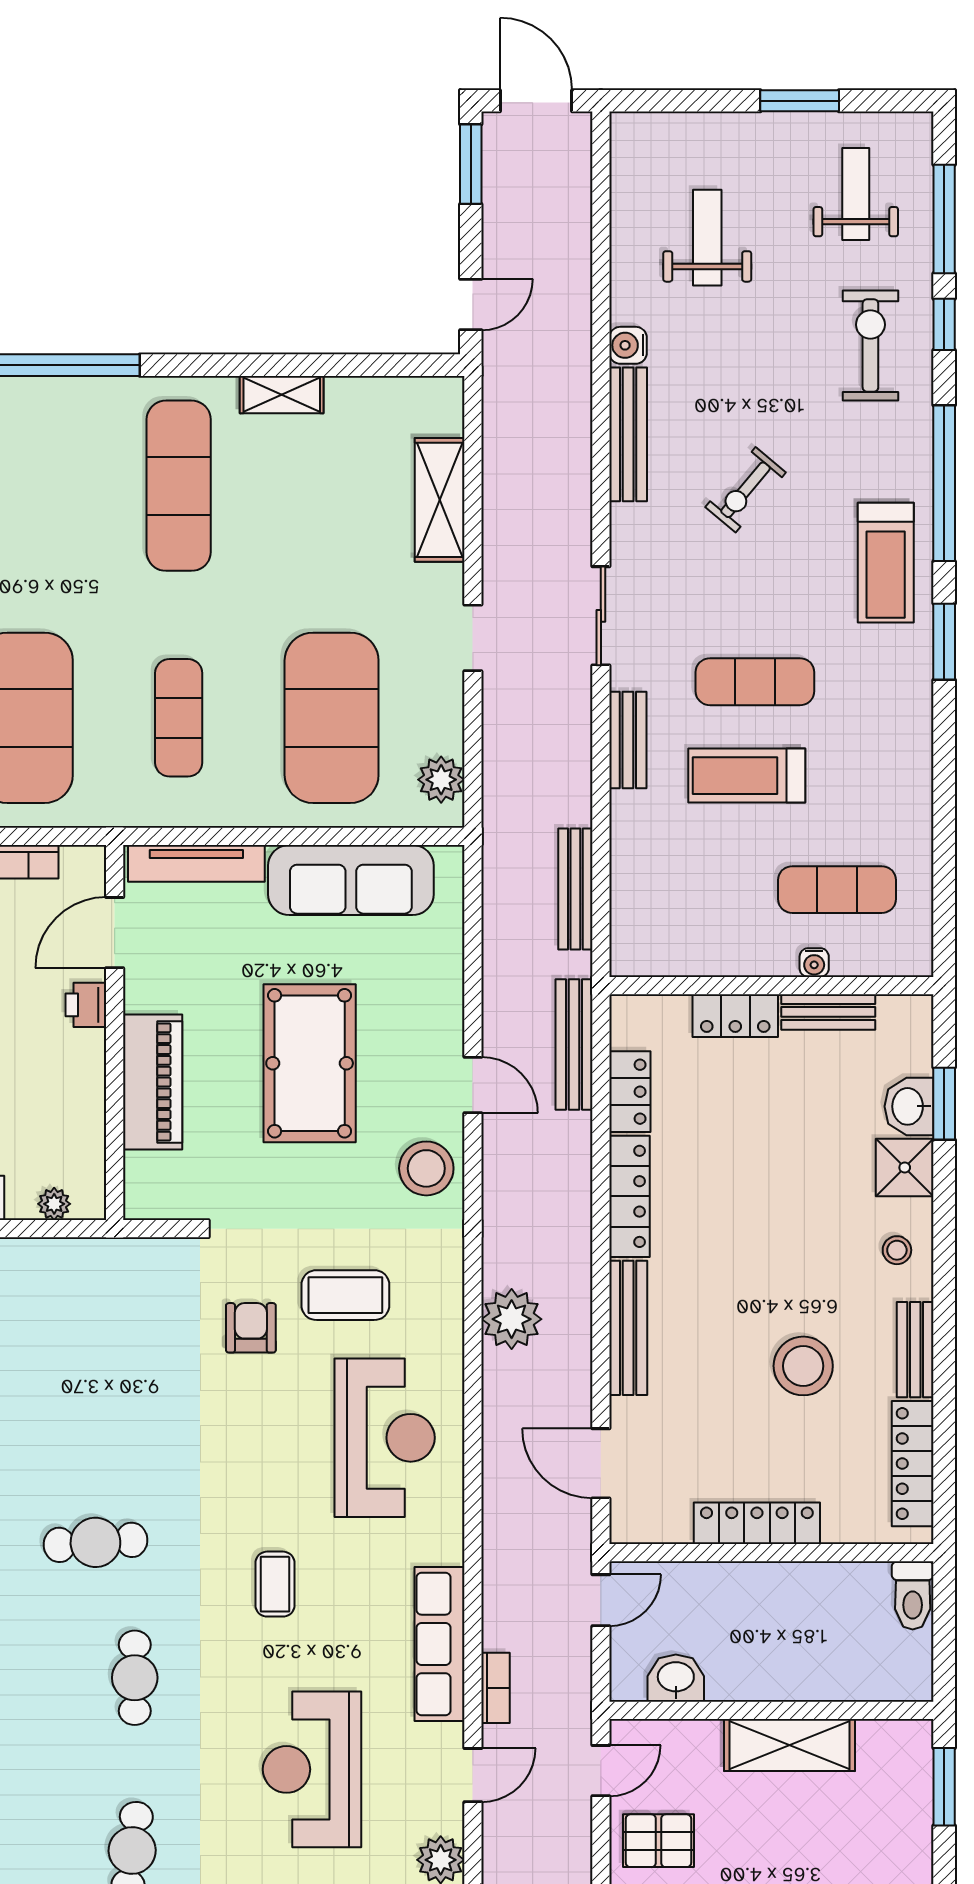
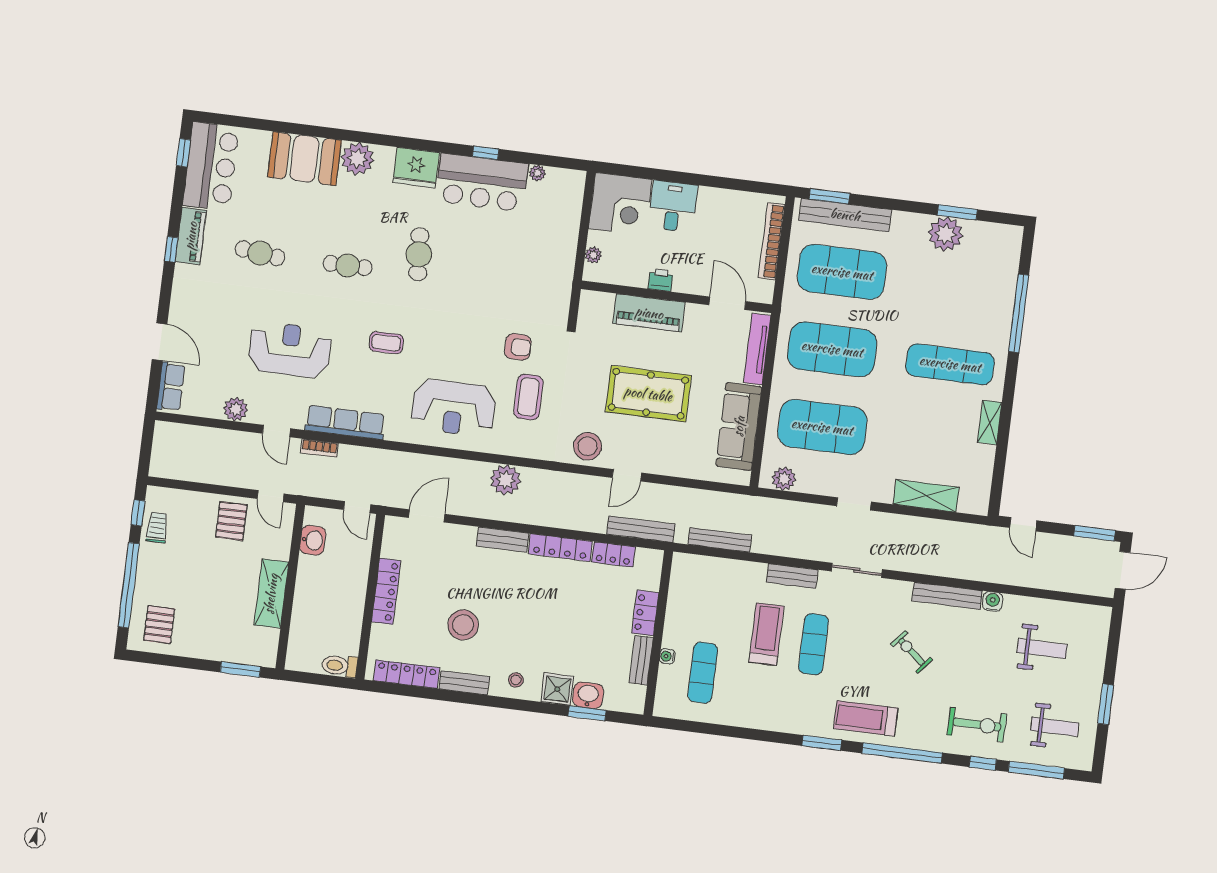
exercise mat: (179, 718) -> (832, 349), width x2.00, depth x1.45
printer: (86, 1005) -> (661, 280), moved
bench: (628, 1328) -> (503, 540), width x0.73

